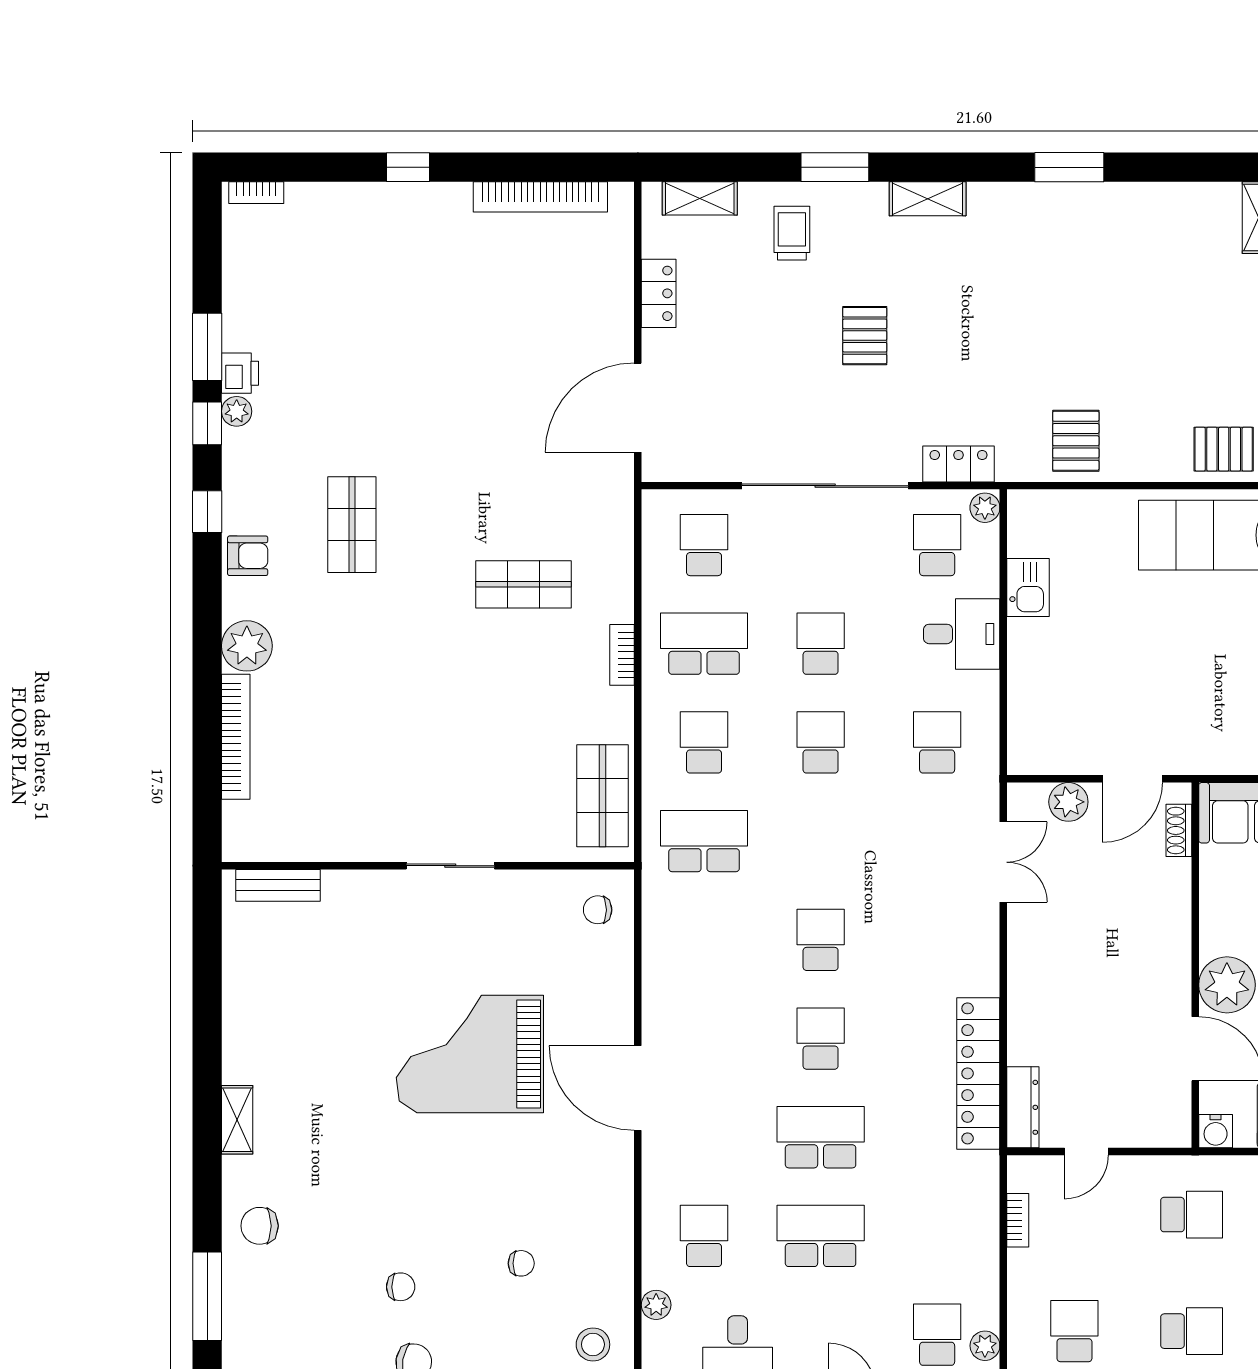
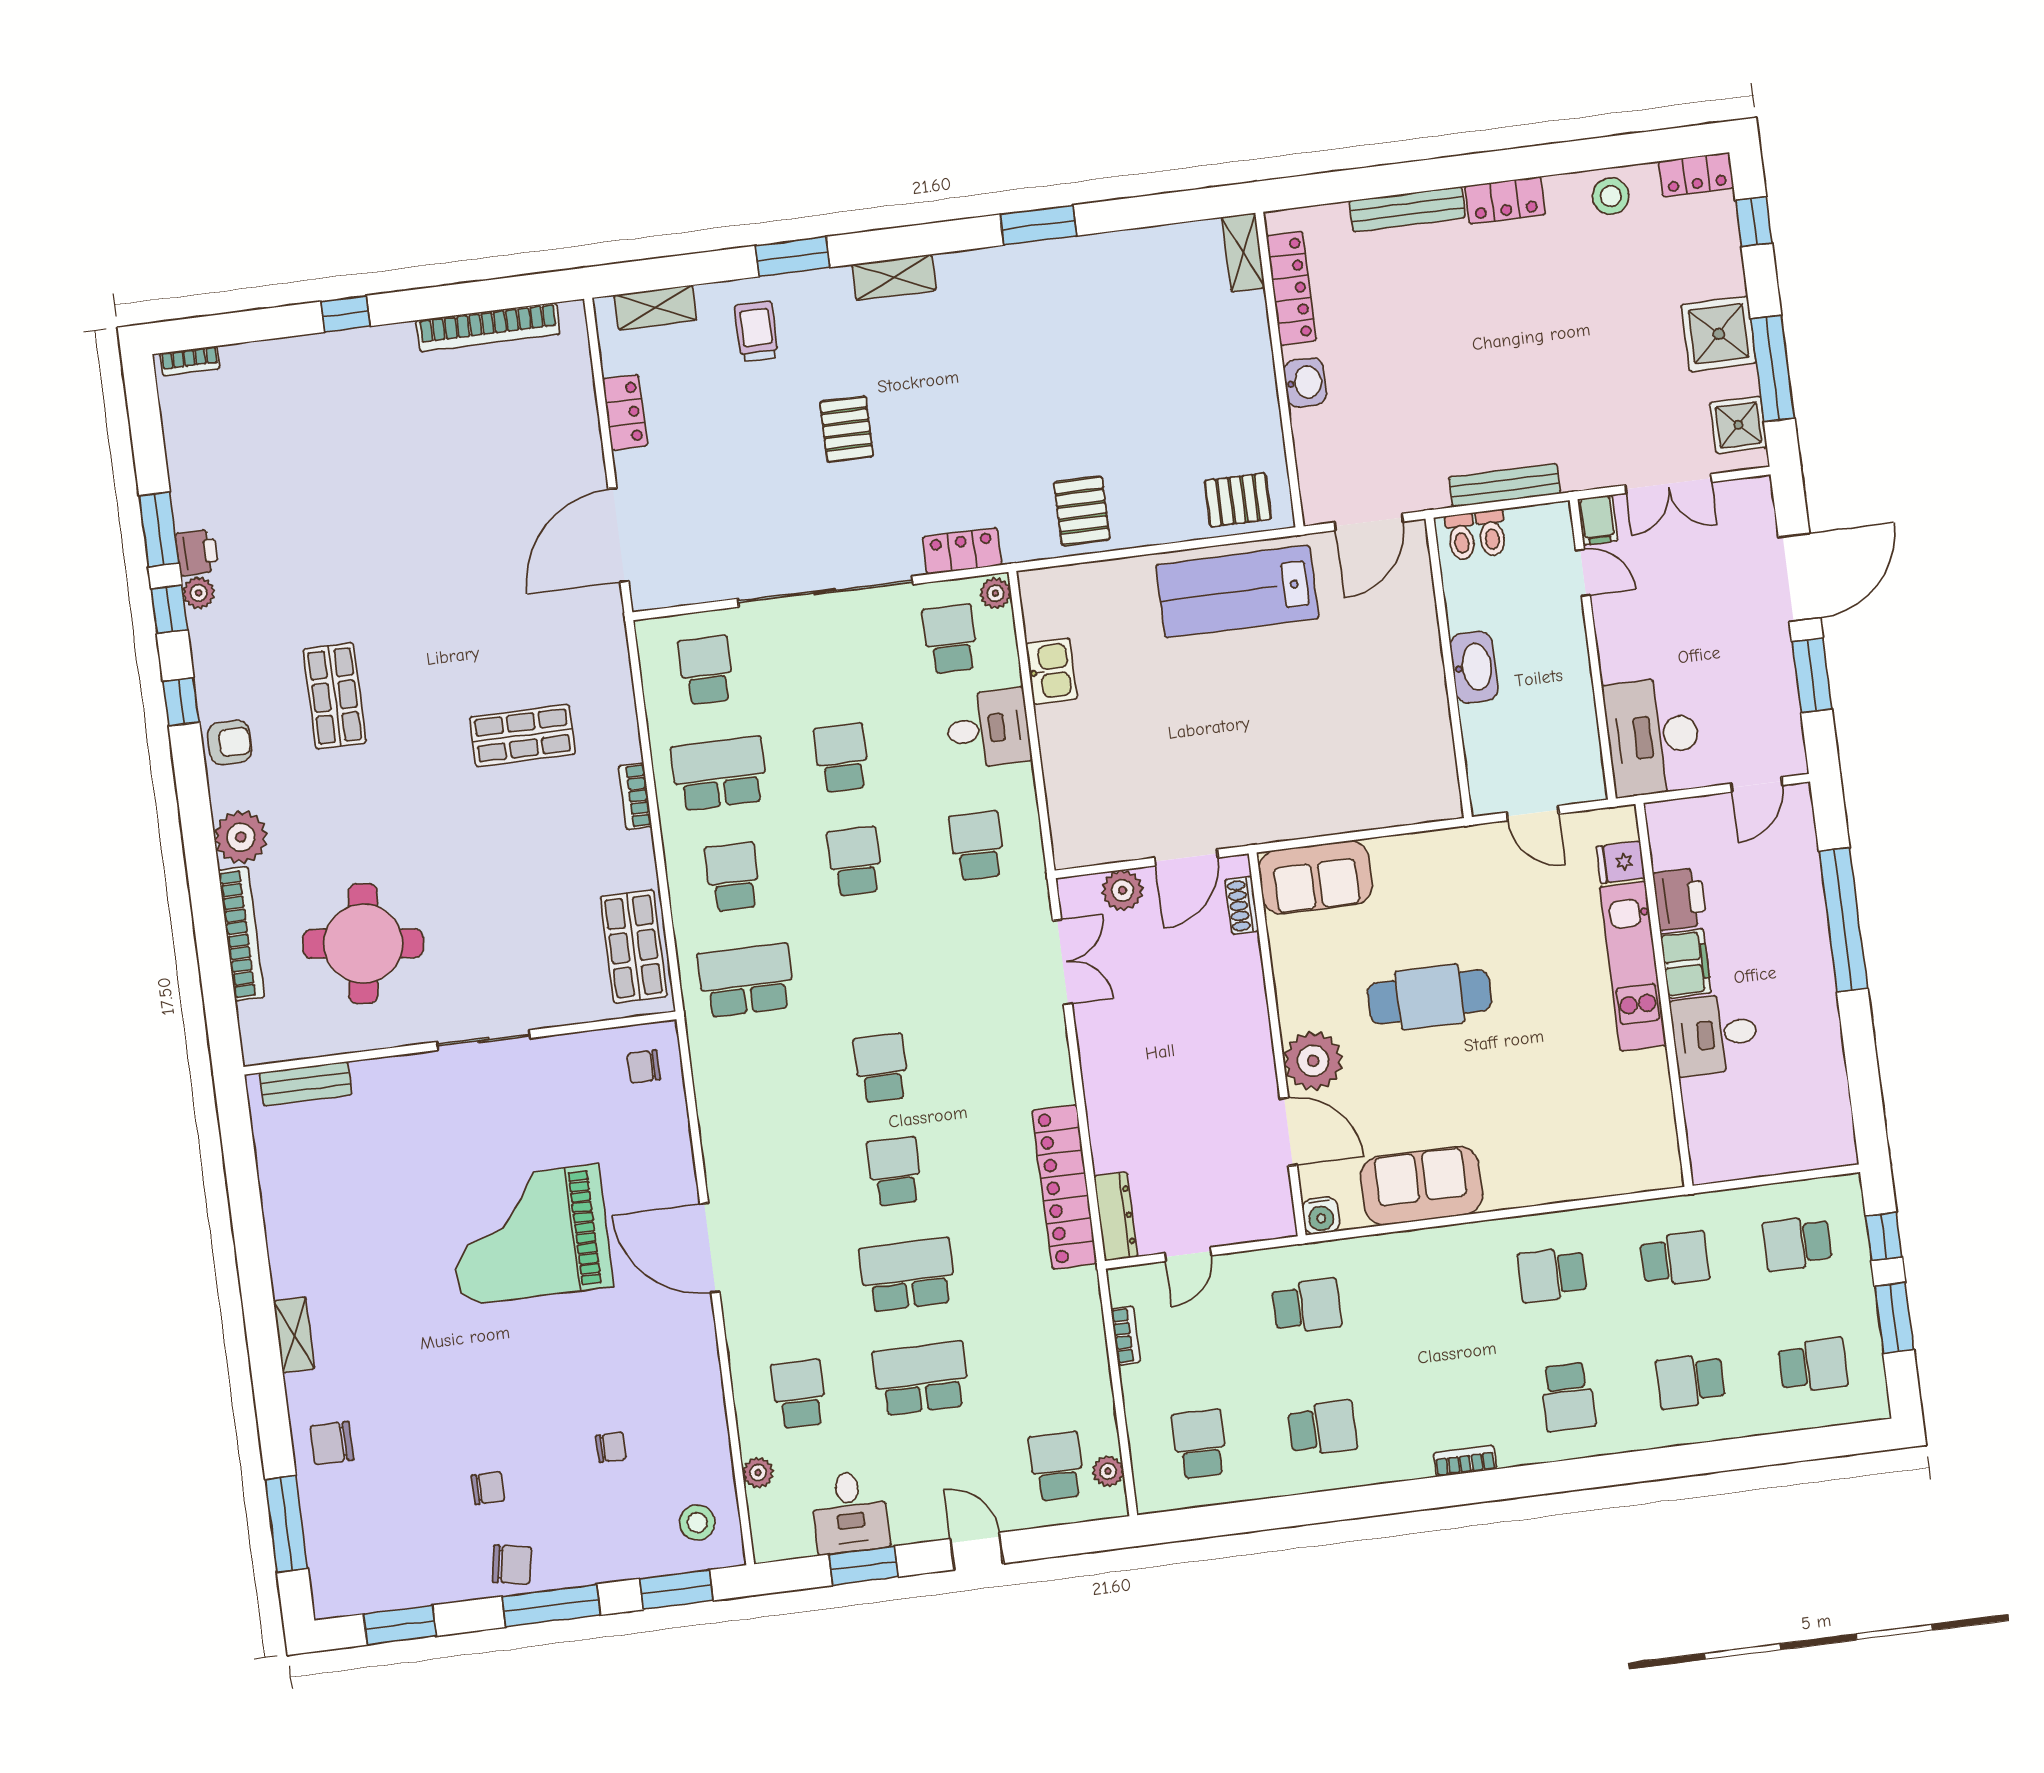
round table: (349, 761) -> (363, 944), added

